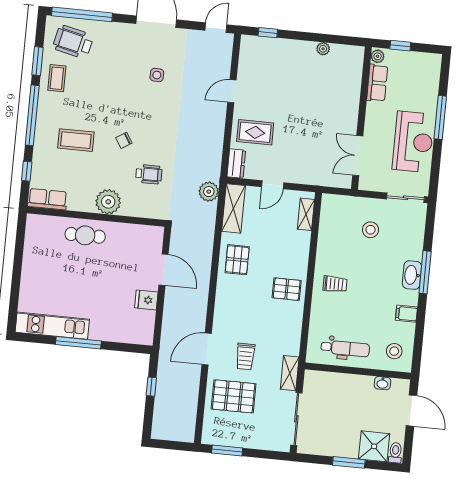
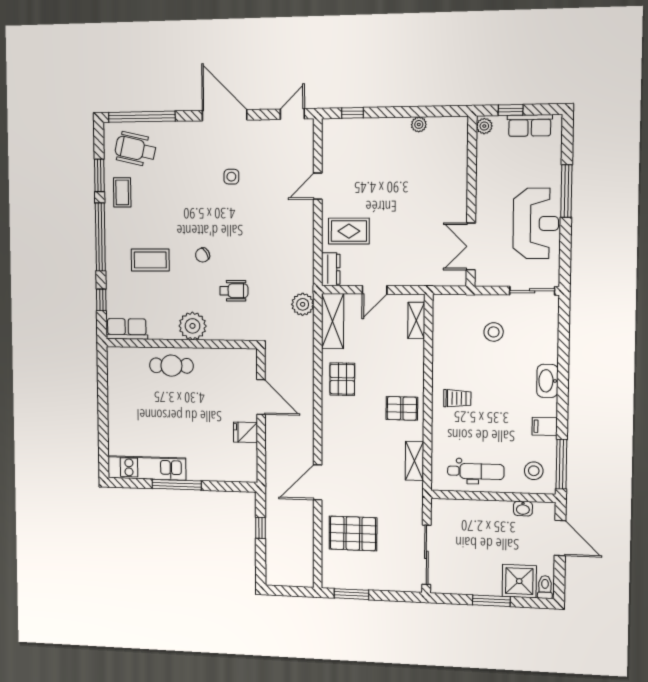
row of seats: (377, 83) -> (530, 126), moved, turned 90
window: (425, 272) -> (561, 464), moved
trolley: (245, 357) -> (362, 488), removed
shelving: (290, 373) -> (414, 461), moved

